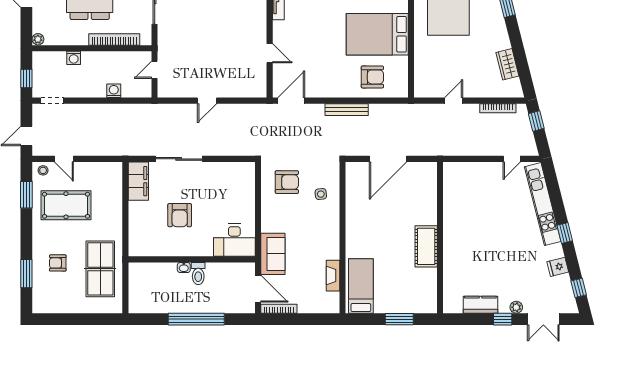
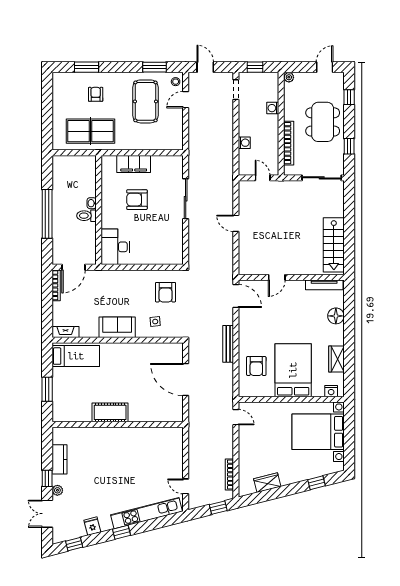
door: (454, 101) -> (236, 417), moved
filing cabinet: (138, 181) -> (134, 164), moved
sofa: (273, 254) -> (117, 327), moved, turned 180
fireplace: (333, 276) -> (66, 332), moved

